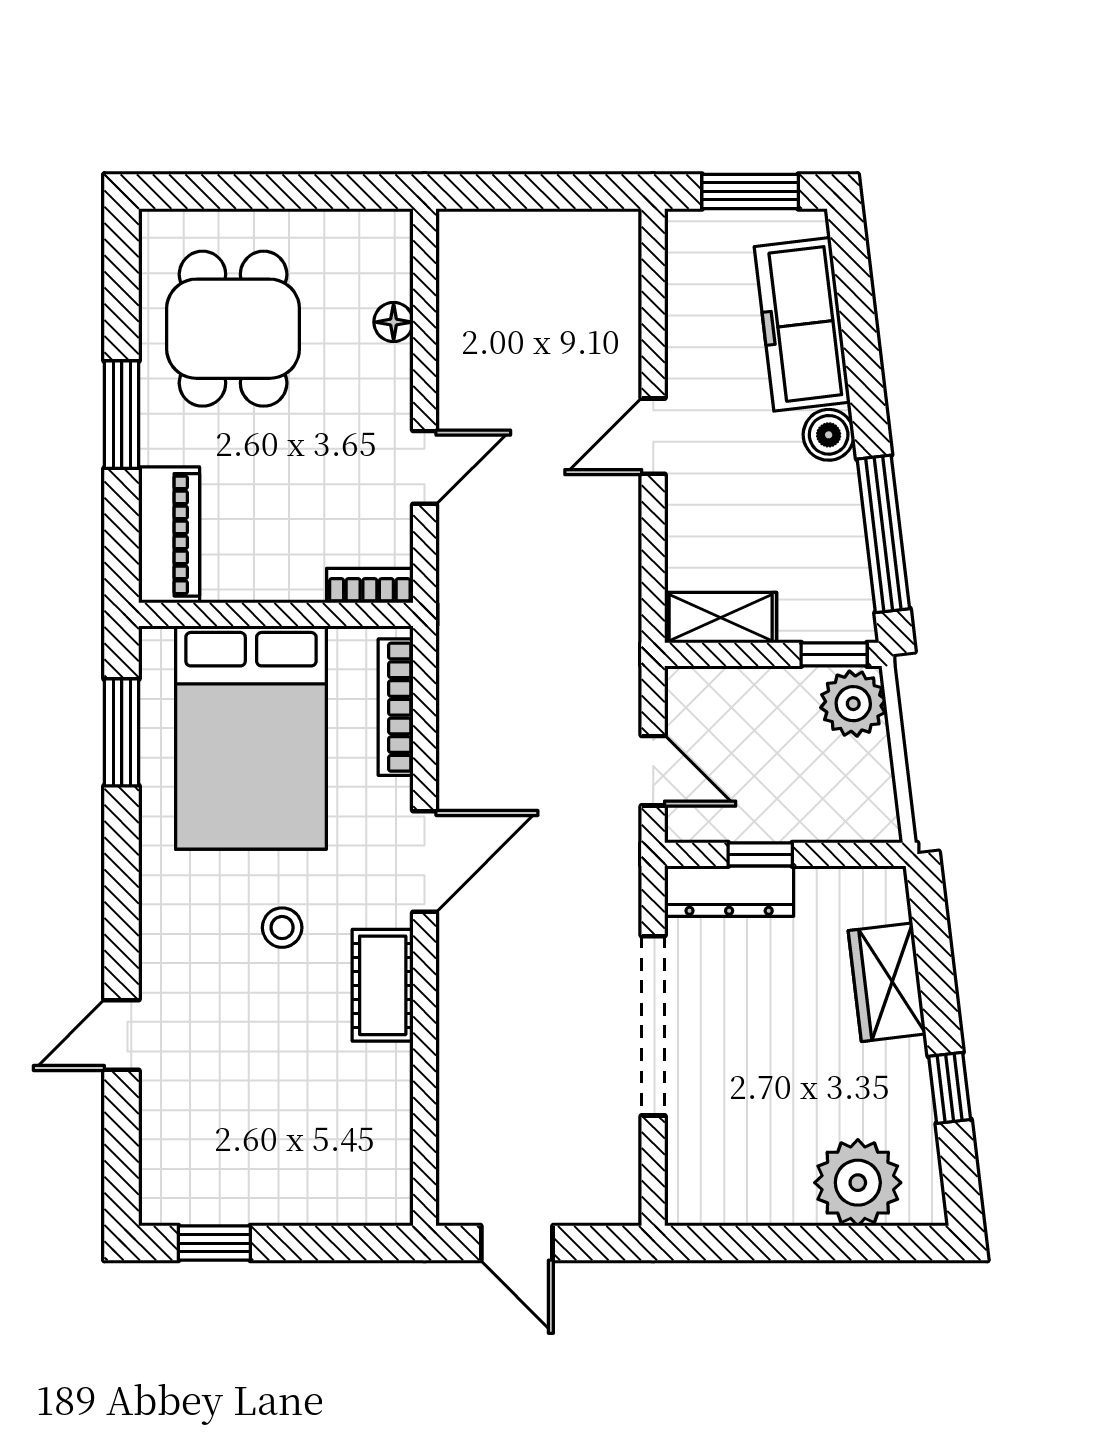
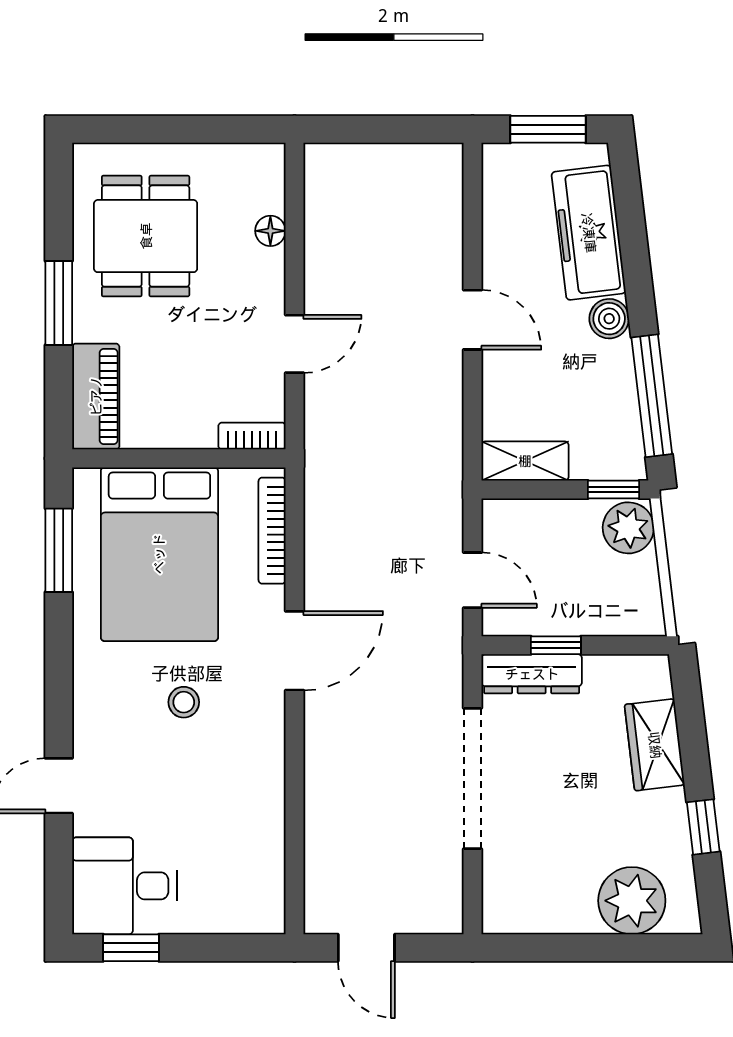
door: (653, 436) -> (472, 320), swing flipped
cot: (383, 985) -> (262, 747), removed
desk: (206, 1164) -> (124, 886), added

